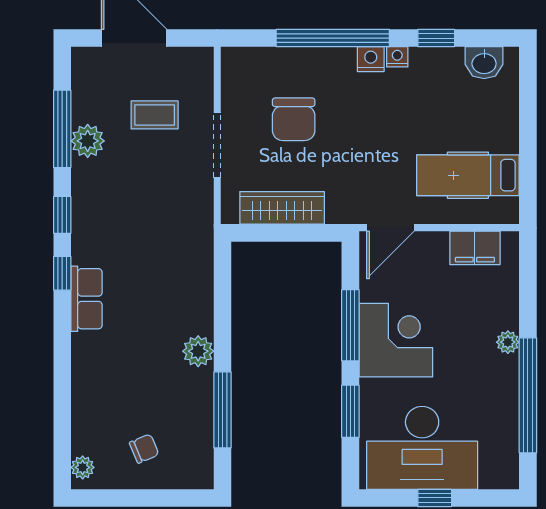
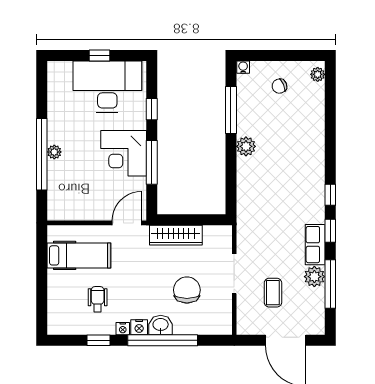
washbasin: (484, 63) -> (161, 325), moved
wheelchair: (438, 104) -> (98, 299), added
coffee table: (155, 115) -> (273, 293), turned 90
wardrobe: (282, 208) -> (176, 235), moved
filing cabinet: (475, 248) -> (75, 210), removed
row of seats: (86, 299) -> (315, 245), moved
window: (528, 395) -> (42, 154), moved
window: (350, 411) -> (152, 109), width x0.67
water cooler: (203, 479) -> (243, 67), added

